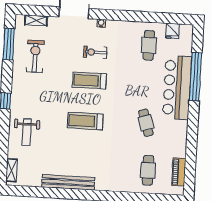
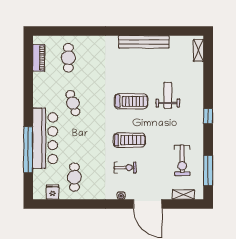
weight bench: (27, 132) -> (168, 95), moved

